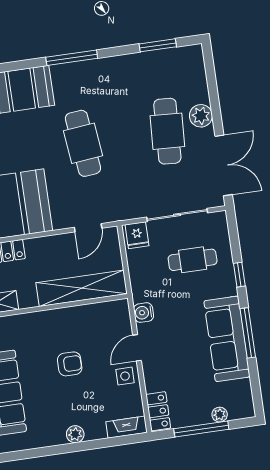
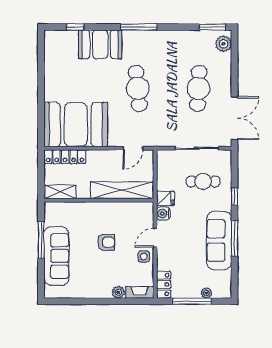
window: (158, 45) -> (212, 27), moved
plant: (201, 116) -> (224, 44), moved
fridge: (137, 235) -> (165, 198), moved, turned -90
plant: (75, 434) -> (118, 292), moved

